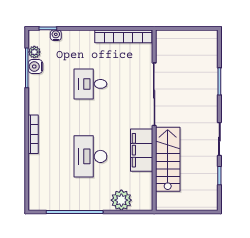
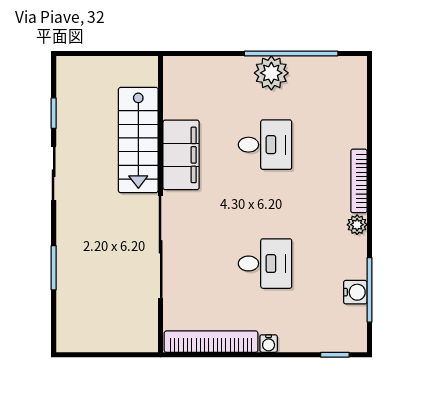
water cooler: (56, 35) -> (269, 344), moved
plant: (34, 52) -> (357, 225), moved
desk: (90, 156) -> (265, 145), width x0.73
plant: (121, 200) -> (271, 73), moved

